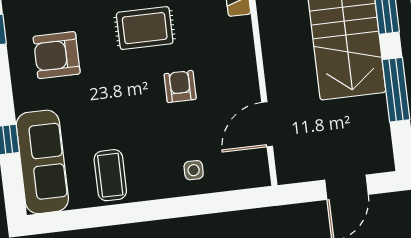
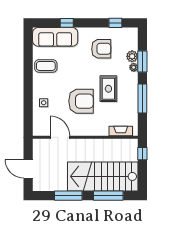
armchair: (57, 55) -> (101, 49), turned 90
armchair: (180, 87) -> (81, 101), width x1.88, depth x1.88

